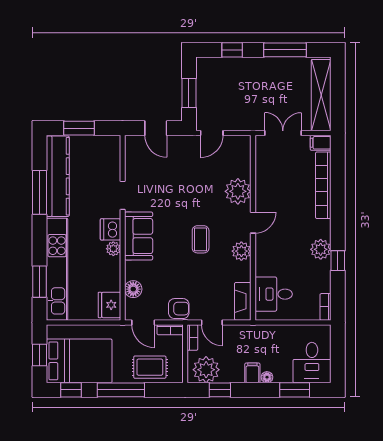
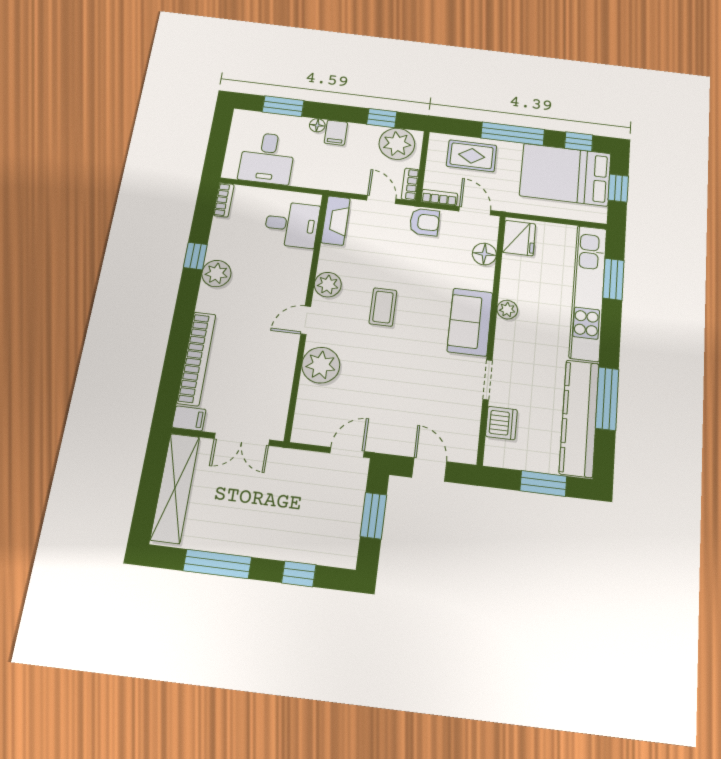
dishwasher: (110, 229) -> (501, 423), moved
armchair: (179, 309) -> (424, 222), turned 180
desk: (312, 363) -> (267, 158), moved, turned 180

